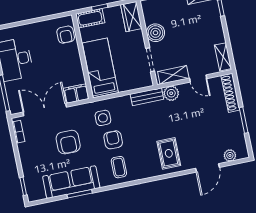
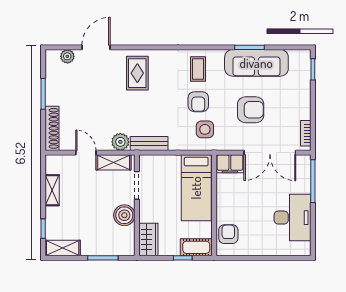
shelving: (223, 57) -> (52, 190), moved
armchair: (68, 142) -> (251, 110), turned 90

